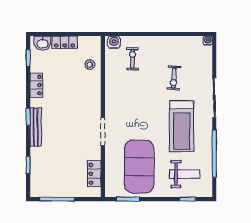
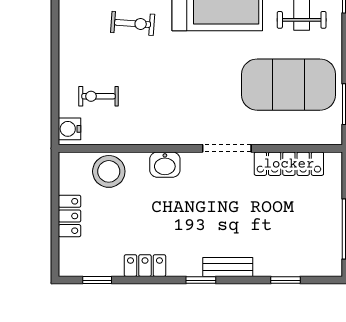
washbasin: (42, 43) -> (165, 165), moved, turned 90
stool: (90, 65) -> (109, 171), width x1.89, depth x1.89
bench: (36, 127) -> (228, 267), width x0.73
locker: (94, 174) -> (289, 164), width x1.53

